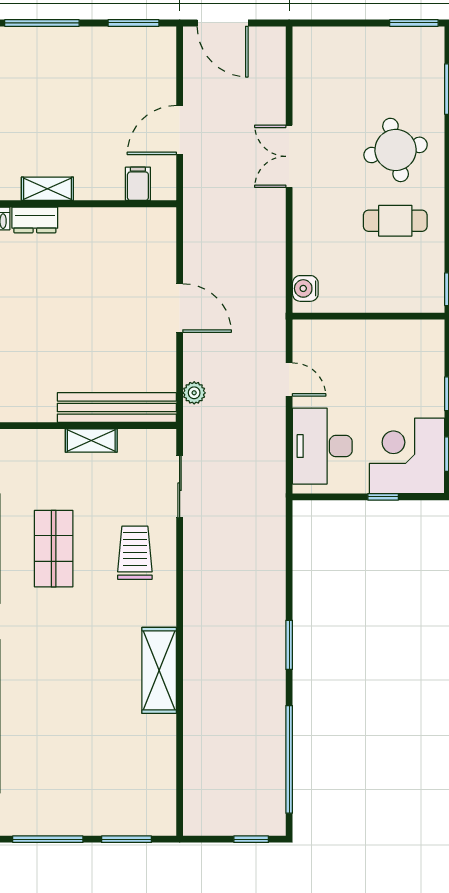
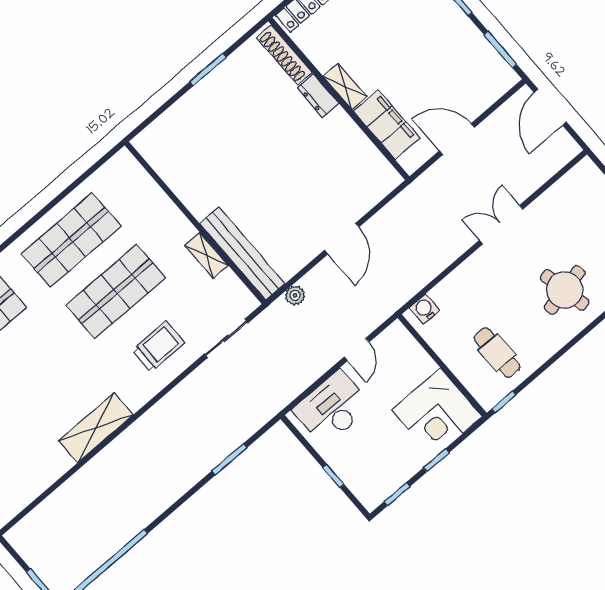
filing cabinet: (138, 184) -> (387, 125), width x3.00, depth x1.17
cafe table: (395, 221) -> (497, 353), moved
corner desk: (407, 456) -> (437, 413), moved, turned 180
shop shelf: (54, 549) -> (116, 291), width x1.43, depth x1.36
window: (289, 645) -> (229, 459), moved

